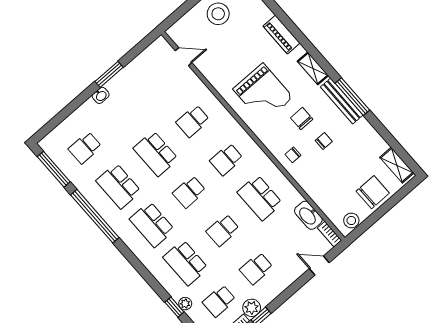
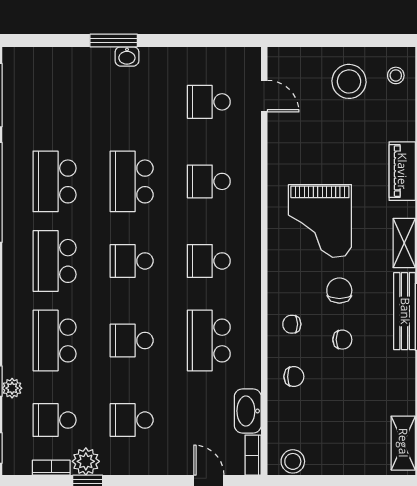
window: (109, 74) -> (114, 40), moved
school desk: (85, 148) -> (209, 102), moved
chair: (373, 192) -> (294, 377), moved, width x0.54, depth x0.54

